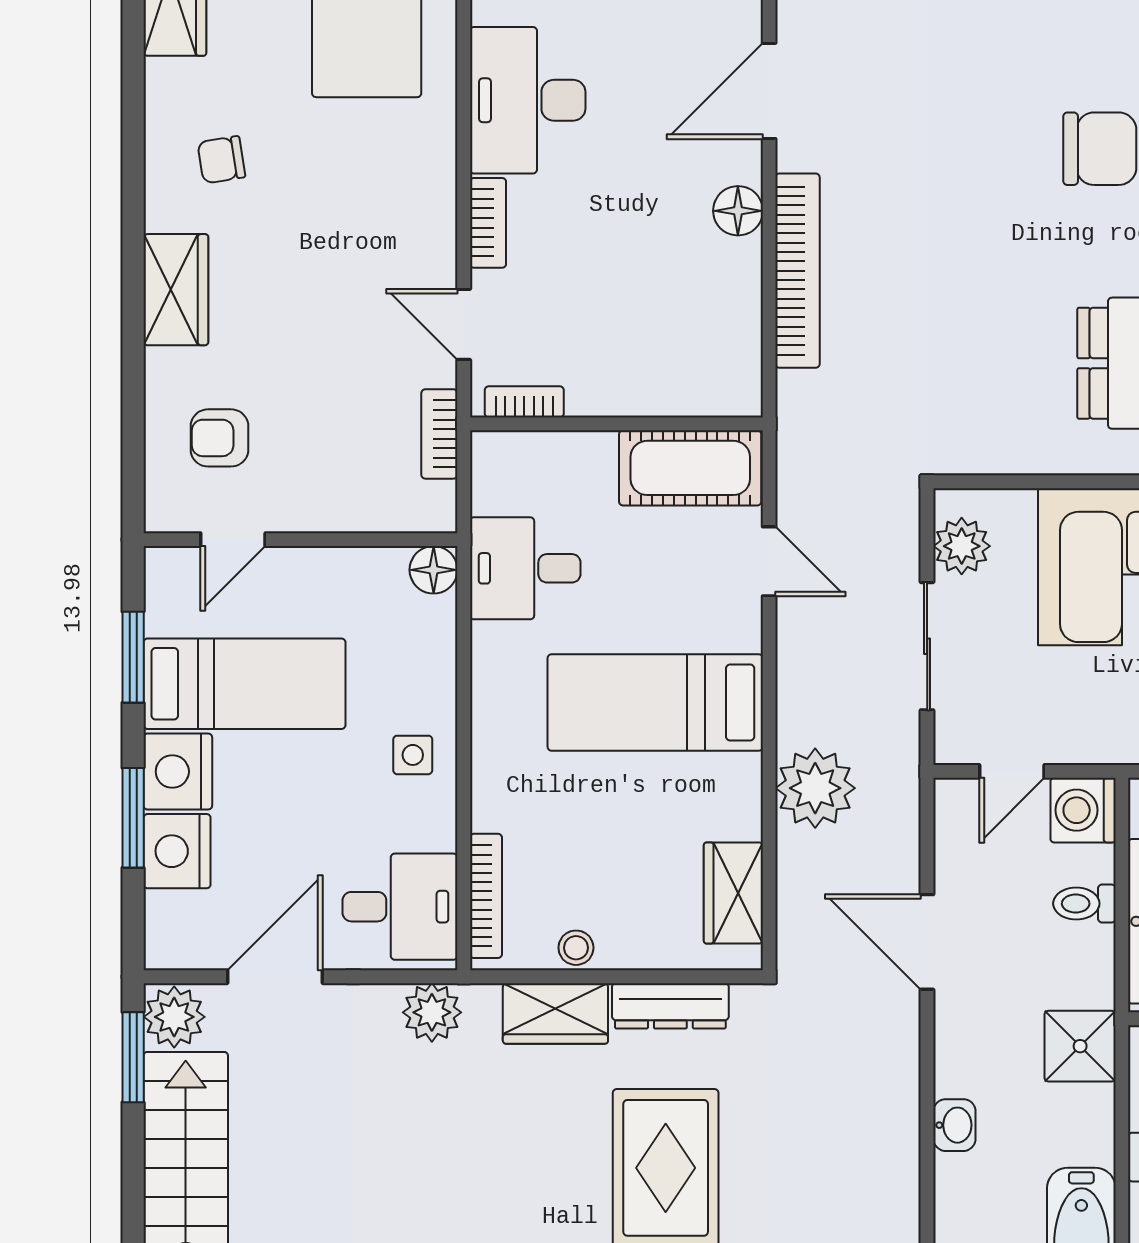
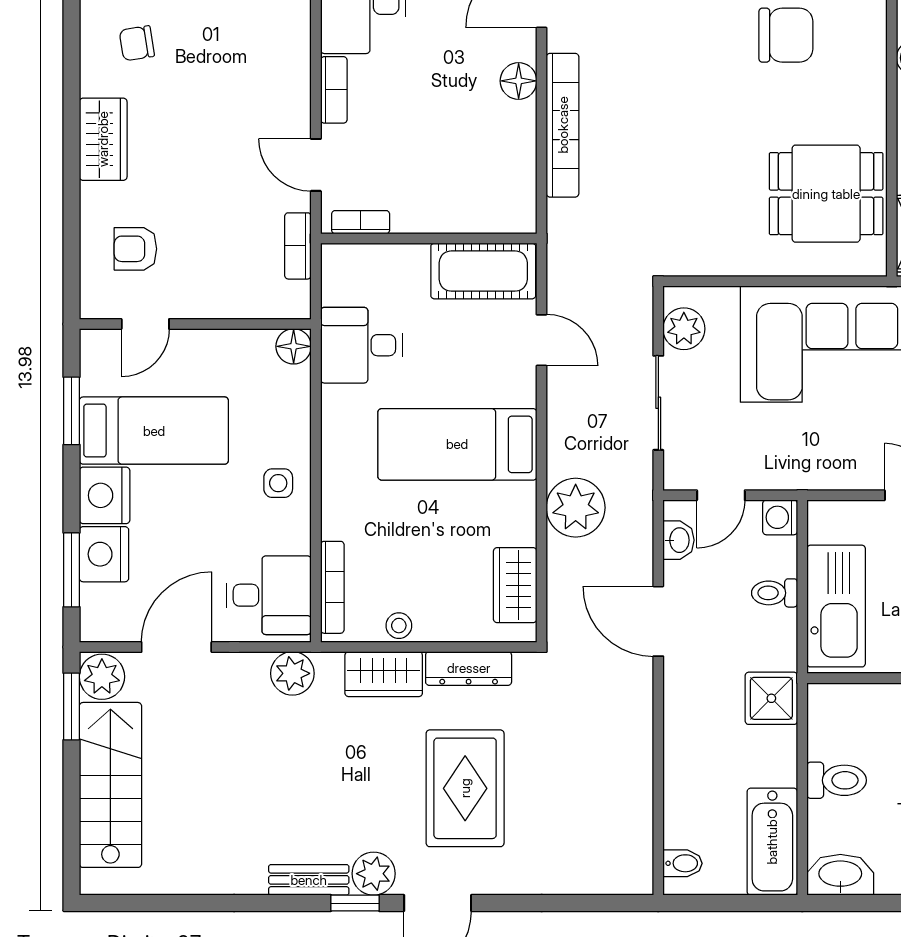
washing machine: (1083, 810) -> (780, 517), width x0.73, depth x0.73
window: (133, 818) -> (72, 570), moved
washbasin: (954, 1125) -> (679, 540), moved

